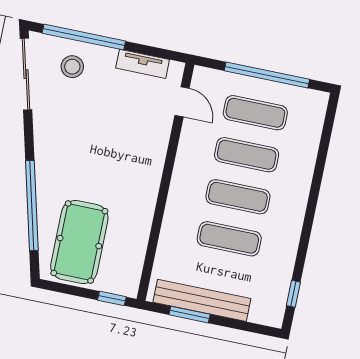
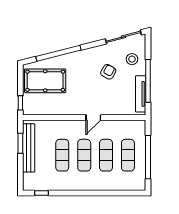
window: (84, 37) -> (148, 81), moved
tv unit: (143, 64) -> (141, 94), width x1.41
door: (182, 102) -> (93, 118), moved
armchair: (87, 117) -> (108, 72), added

